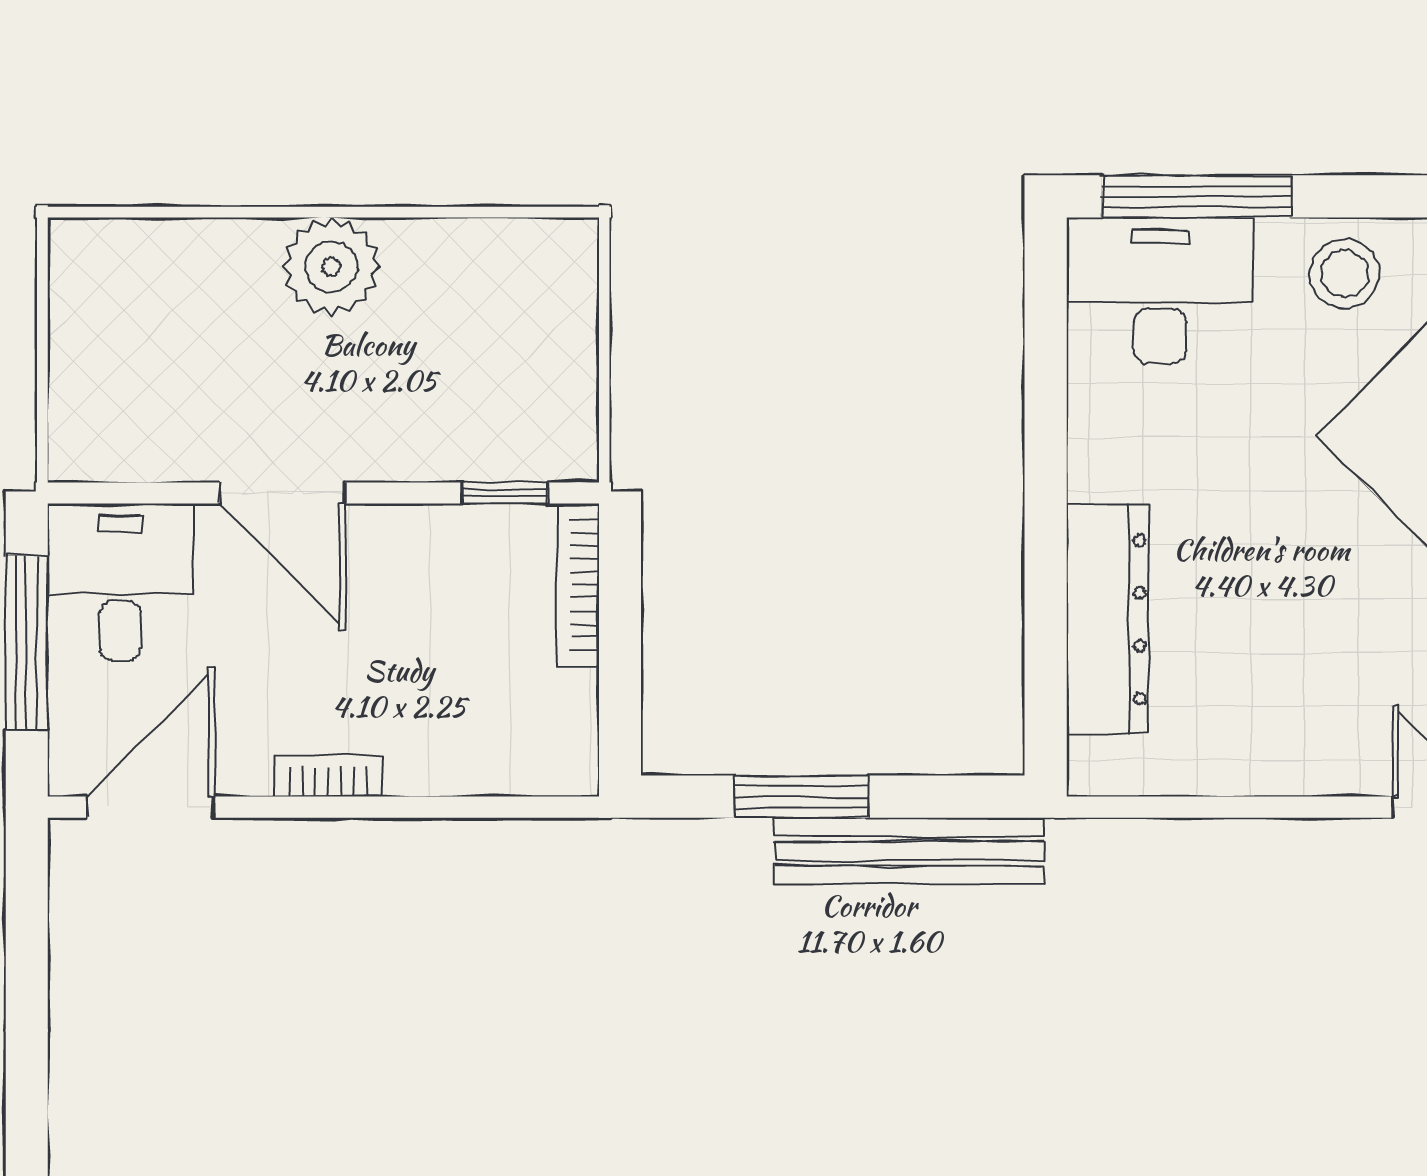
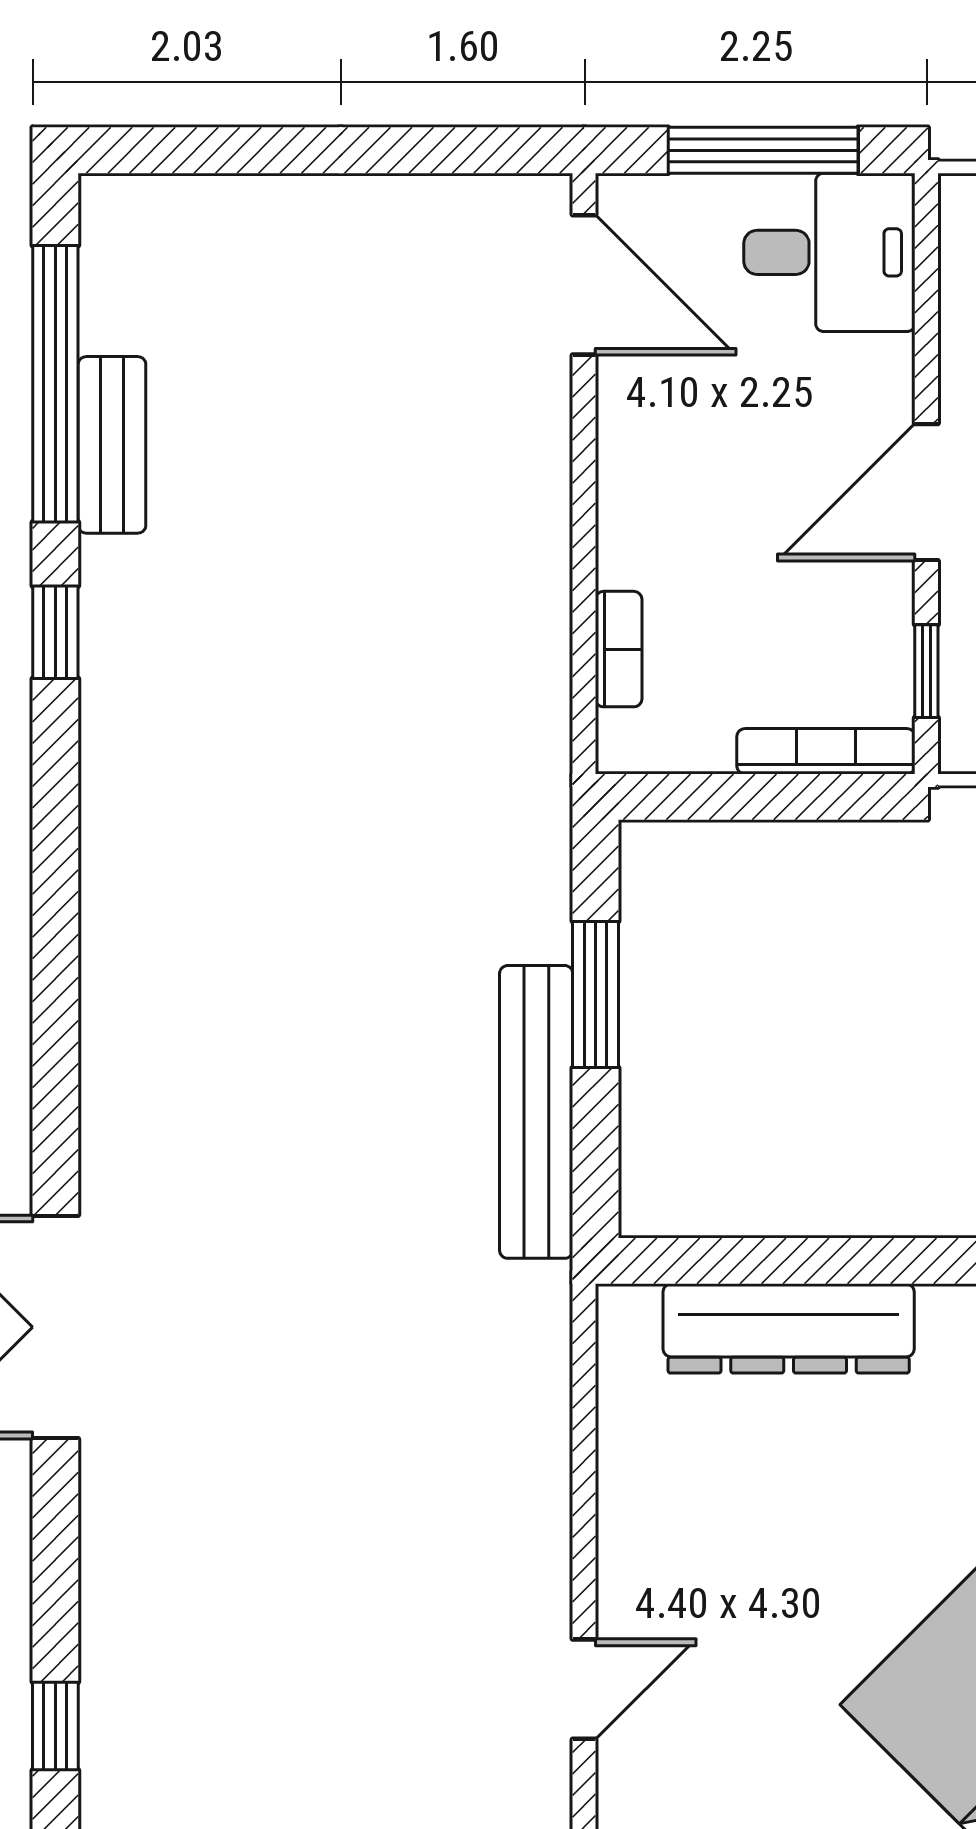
door: (282, 493) -> (926, 492), moved
bookcase: (328, 775) -> (619, 649), moved

